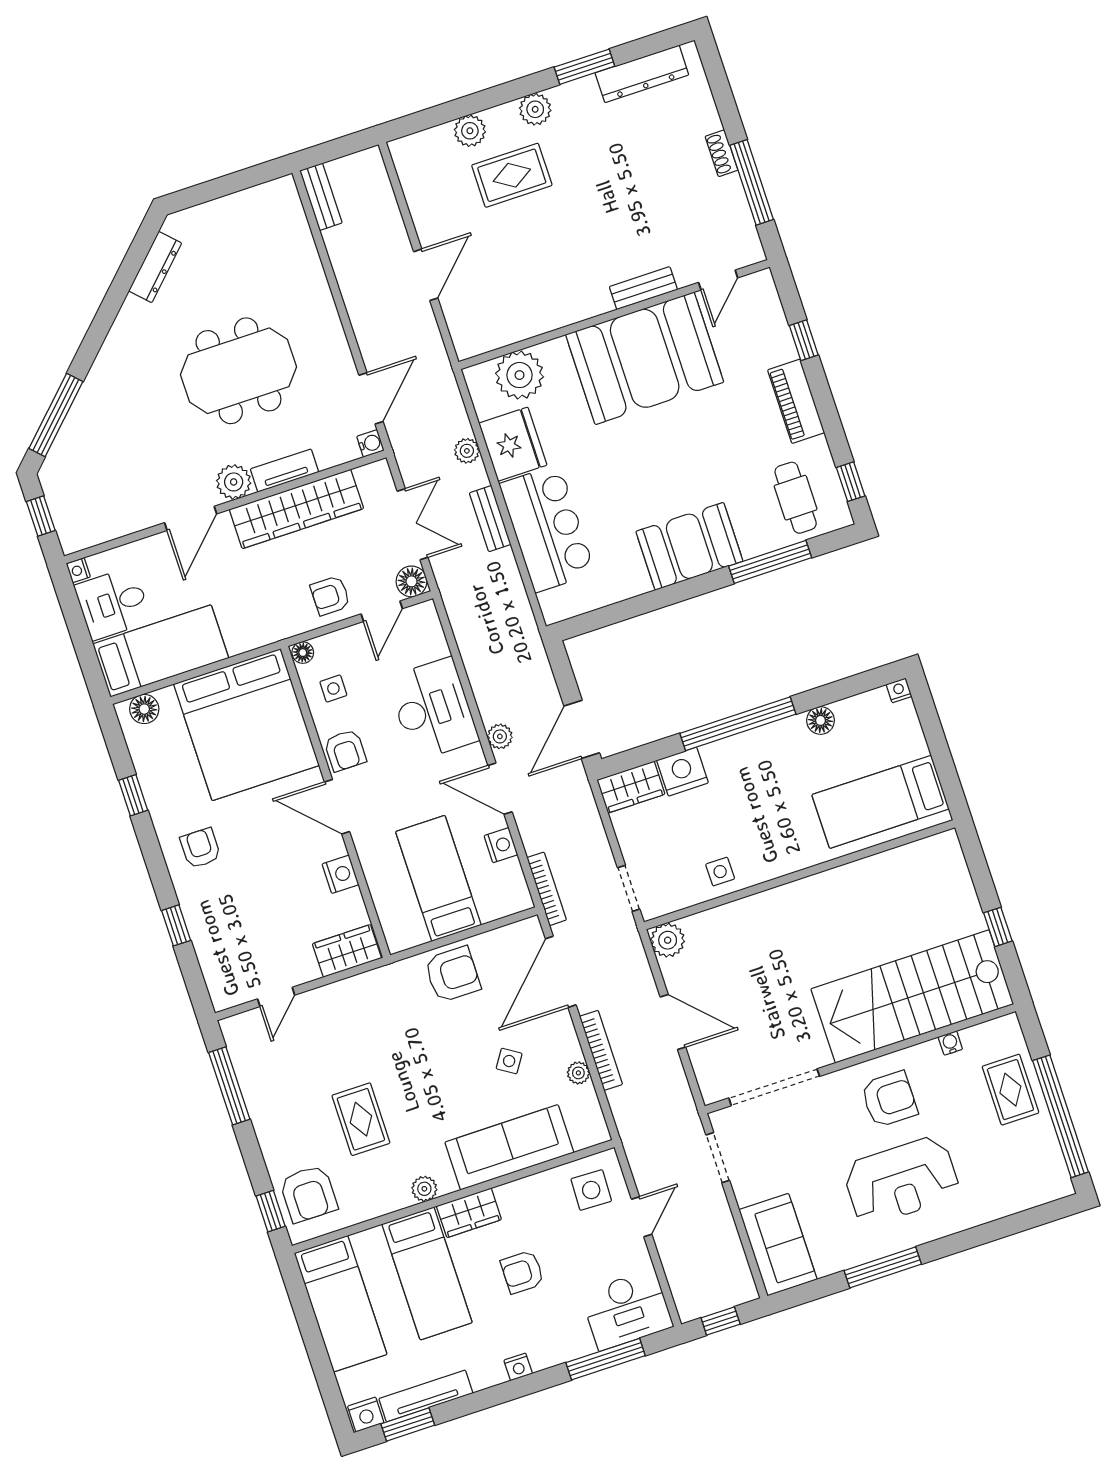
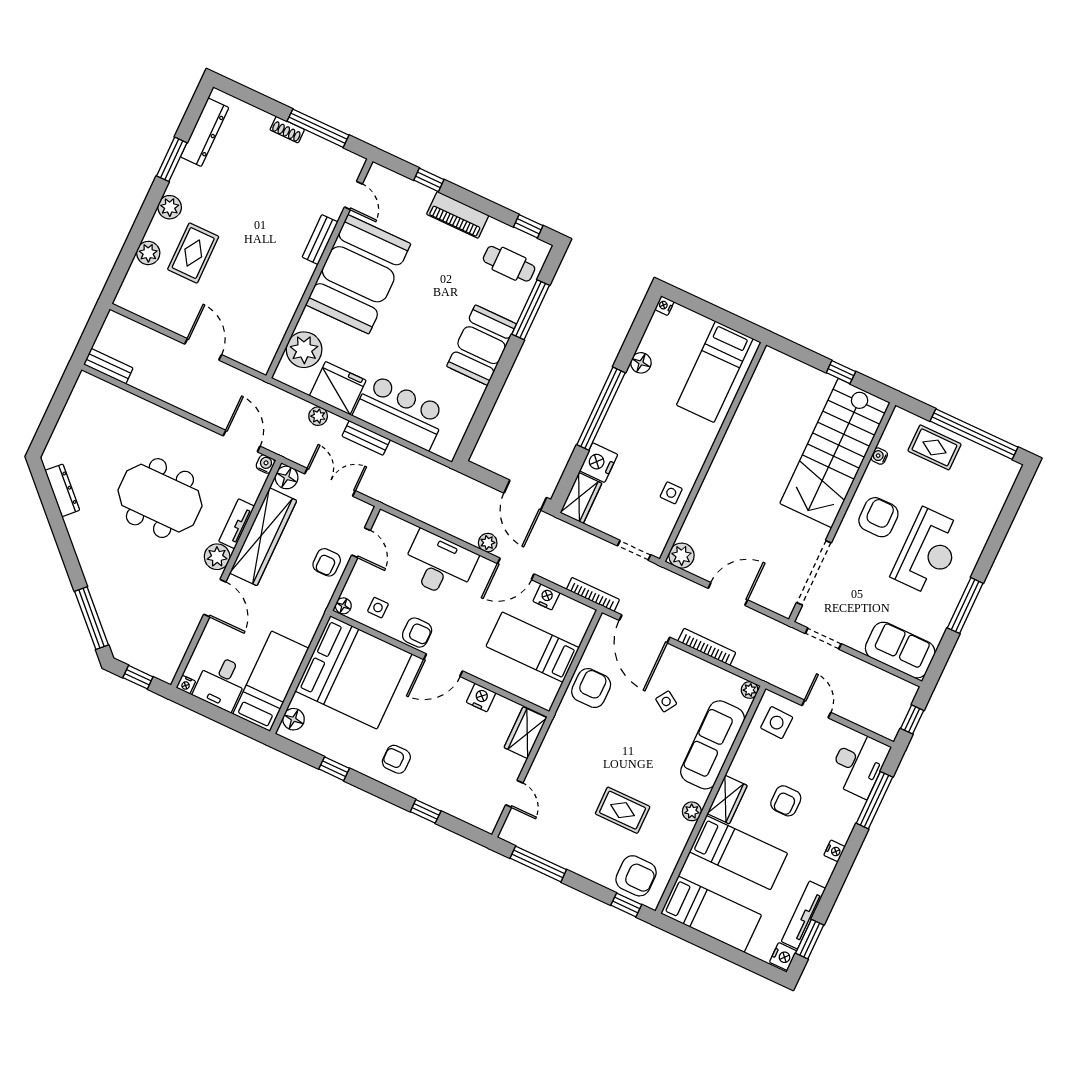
meeting table: (238, 371) -> (160, 498), turned 90
floor lamp: (412, 581) -> (287, 477), moved
plant: (578, 1073) -> (750, 690), moved

